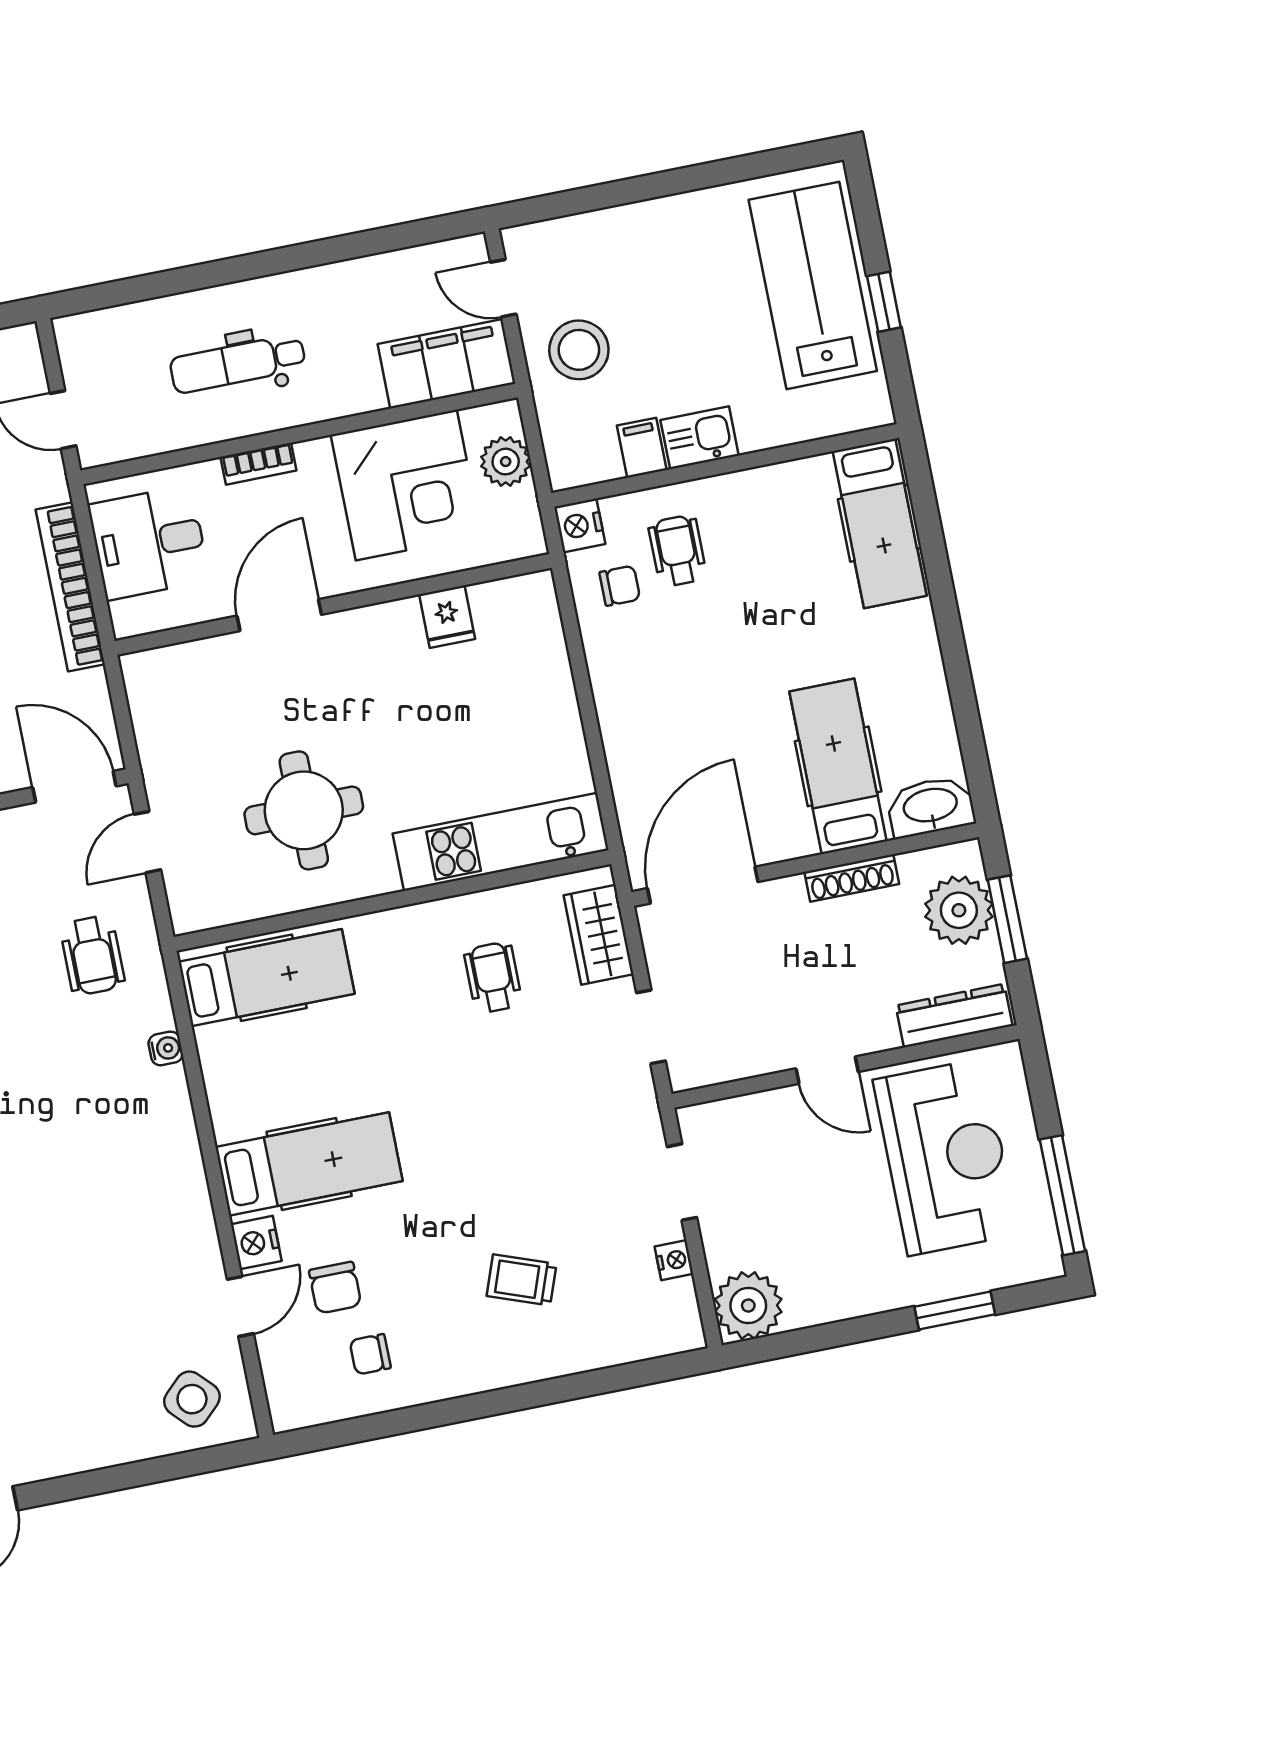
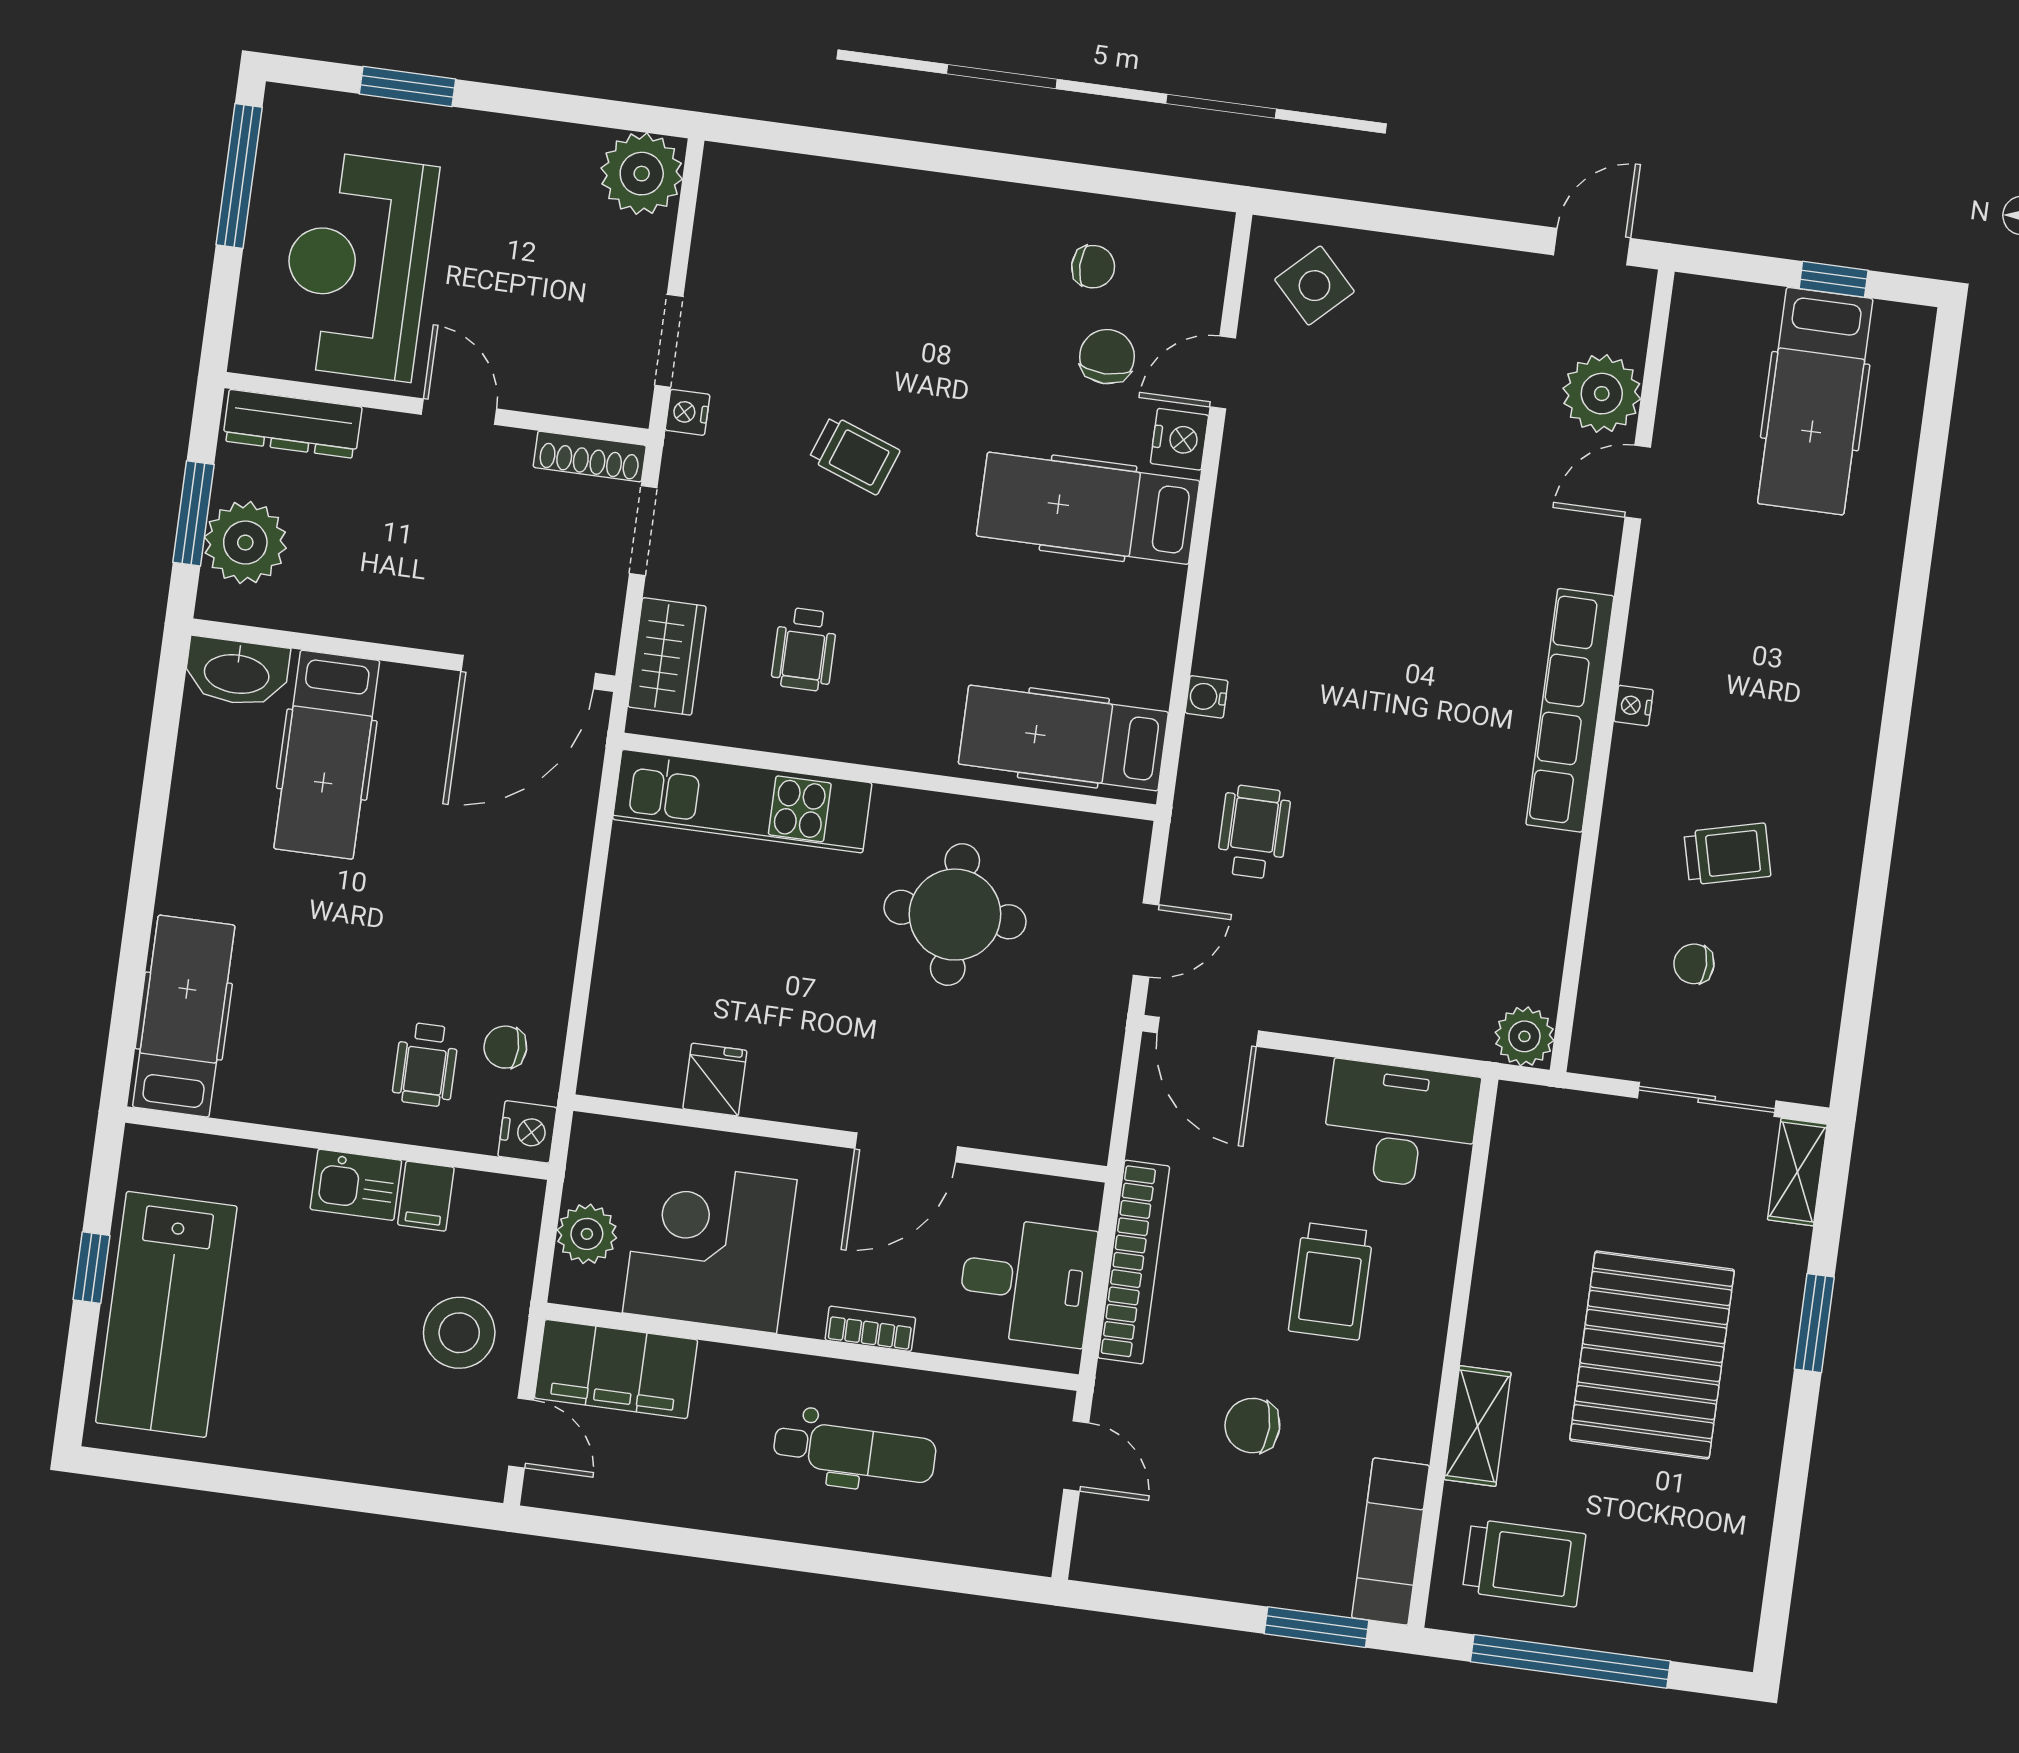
shoe rack: (852, 878) -> (590, 456), moved, turned 180
nightstand: (674, 1260) -> (688, 412), moved
trolley: (522, 1280) -> (854, 455), moved

